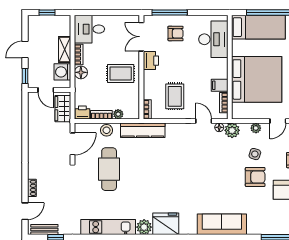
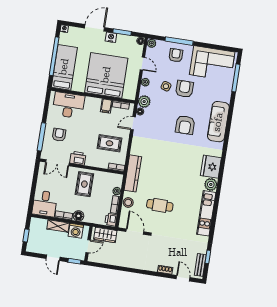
cafe table: (109, 169) -> (160, 205), width x0.73, depth x0.74
armchair: (211, 185) -> (185, 125), added

